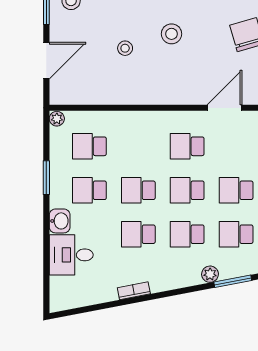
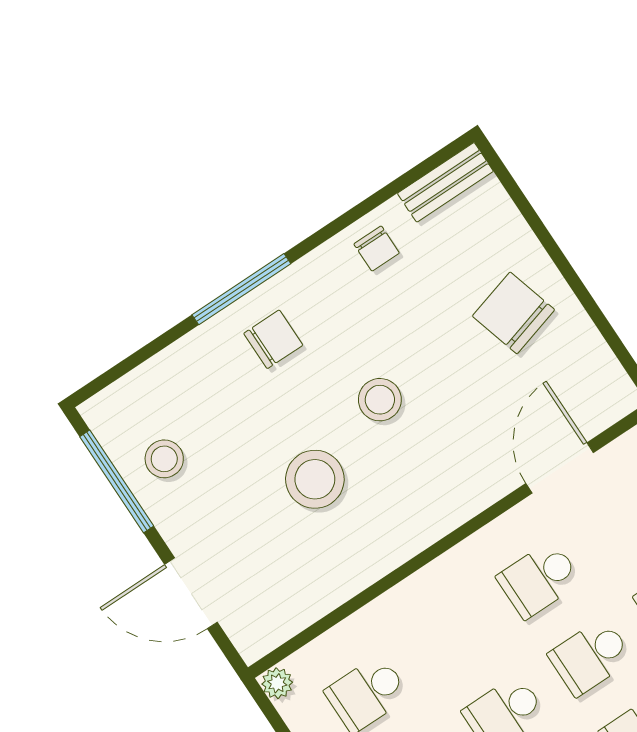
stool: (125, 48) -> (315, 479), width x1.89, depth x1.89
door: (46, 61) -> (191, 593), swing flipped

